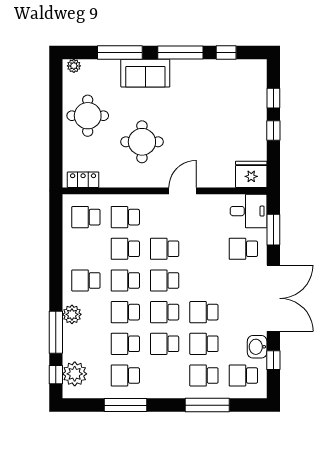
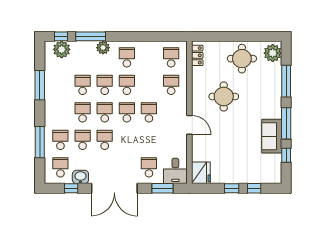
plant: (74, 66) -> (273, 53), width x1.87, depth x1.87
sofa: (145, 73) -> (272, 136), moved
school desk: (125, 249) -> (149, 85), removed
school desk: (125, 375) -> (60, 85), removed

